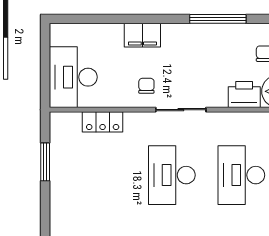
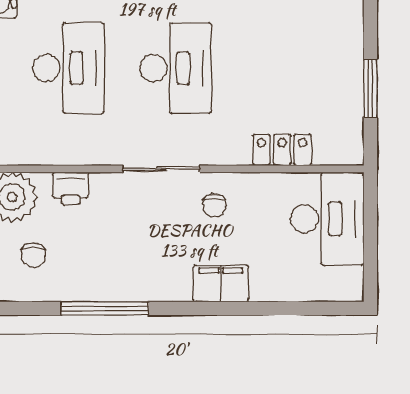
printer: (244, 94) -> (71, 188), width x0.73, depth x0.81

